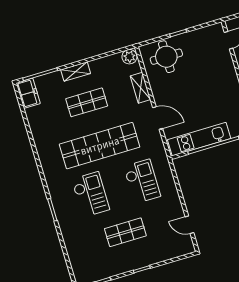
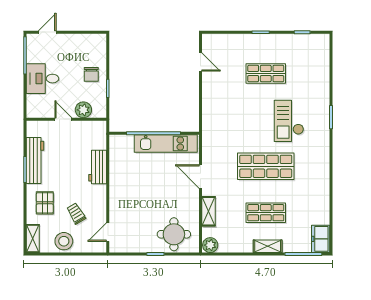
shop shelf: (100, 146) -> (266, 166), width x0.71
checkout: (142, 181) -> (234, 119), removed

